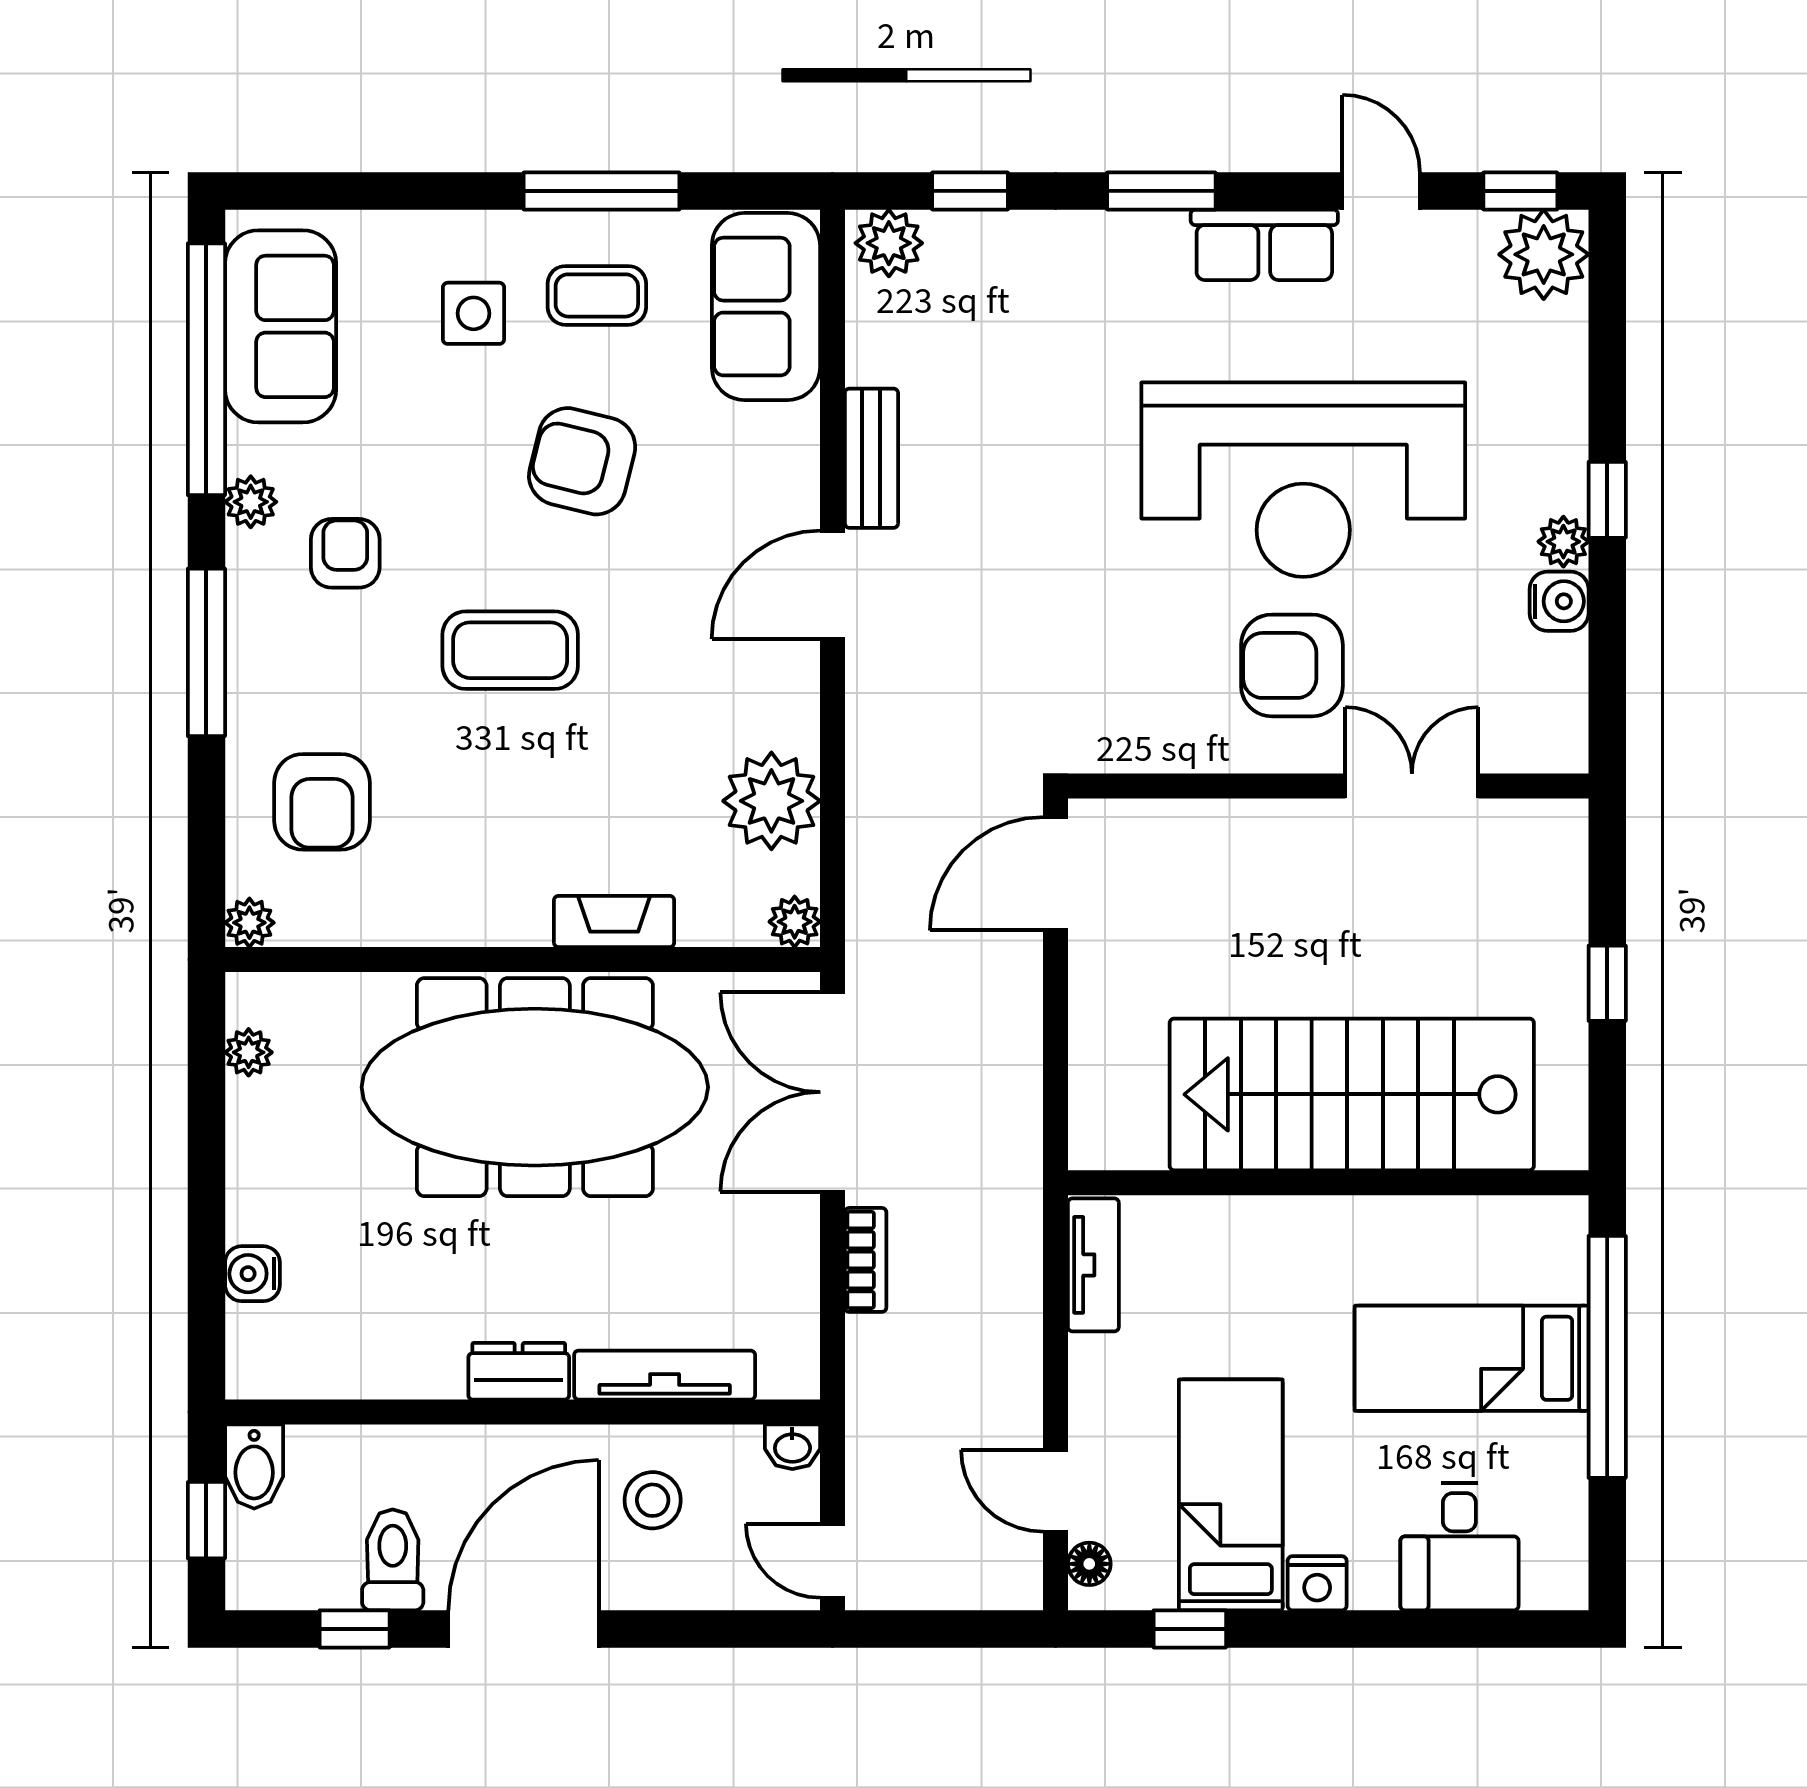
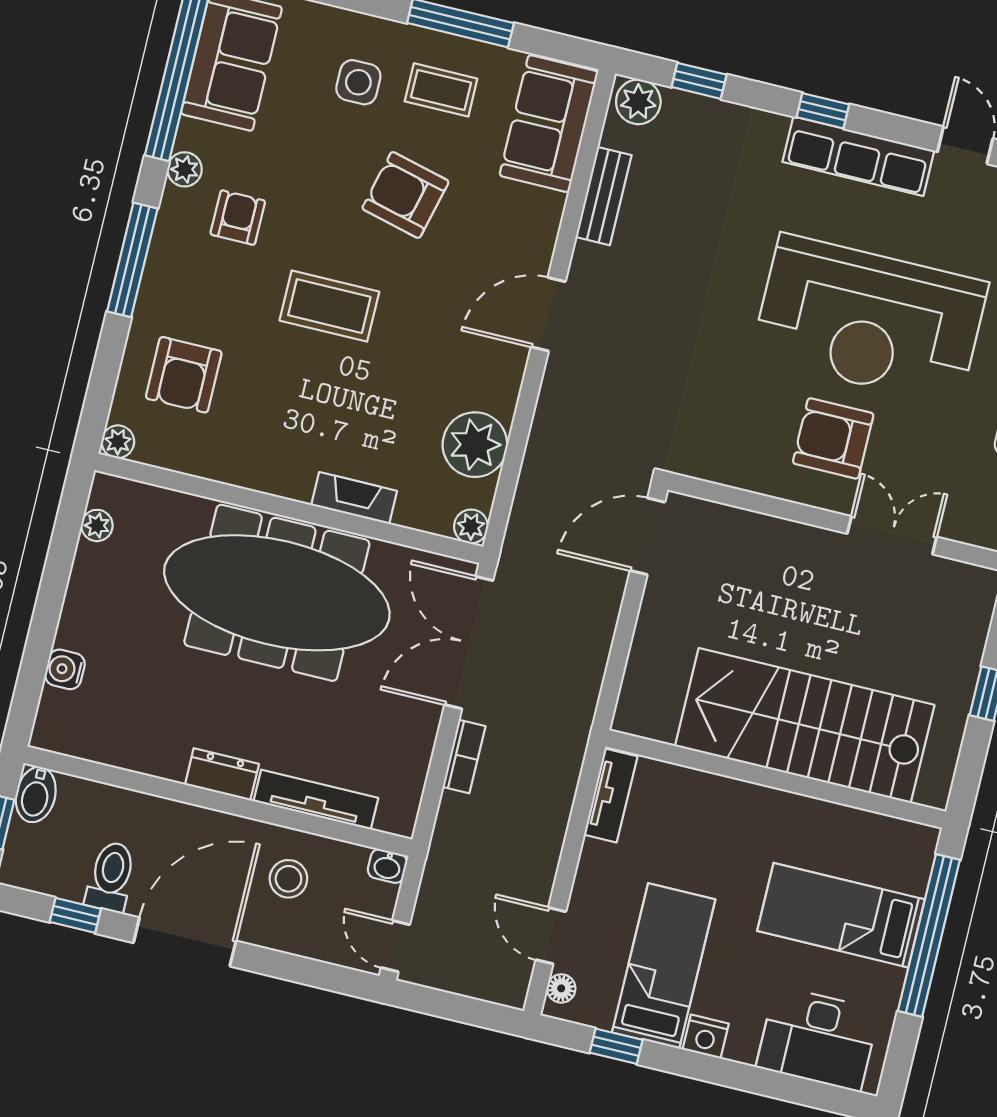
window: (1161, 191) -> (823, 111), width x0.67
row of seats: (1264, 245) -> (858, 156), width x1.48
bench: (871, 458) -> (604, 196), moved
desk: (1459, 1547) -> (818, 1039), width x1.37

